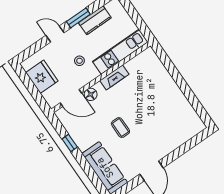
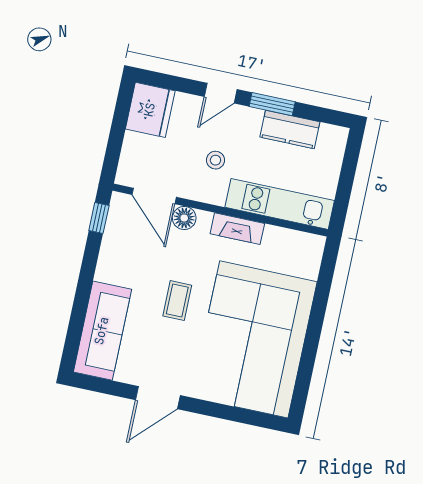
door: (55, 34) -> (221, 93), swing flipped
fridge: (42, 77) -> (150, 110), moved
corner sofa: (164, 112) -> (254, 339), added
window: (70, 143) -> (99, 218), moved

